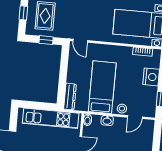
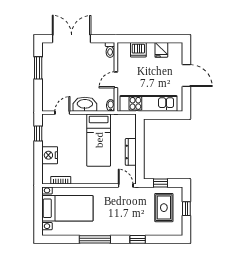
dresser: (70, 97) -> (131, 152), moved
stool: (122, 109) -> (77, 120), removed
washbasin: (107, 121) -> (85, 104), width x1.91, depth x1.45

